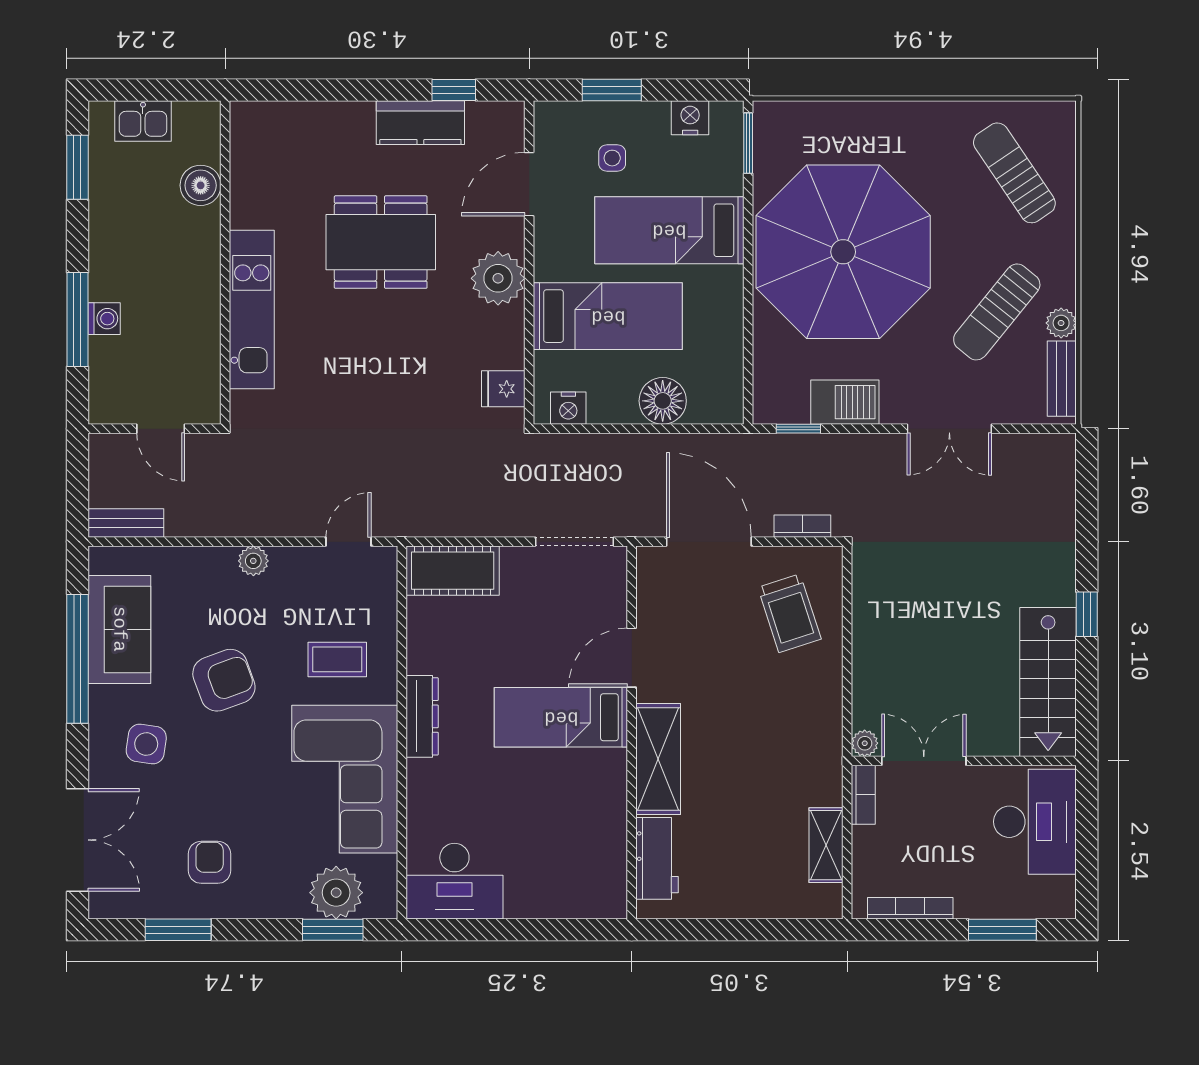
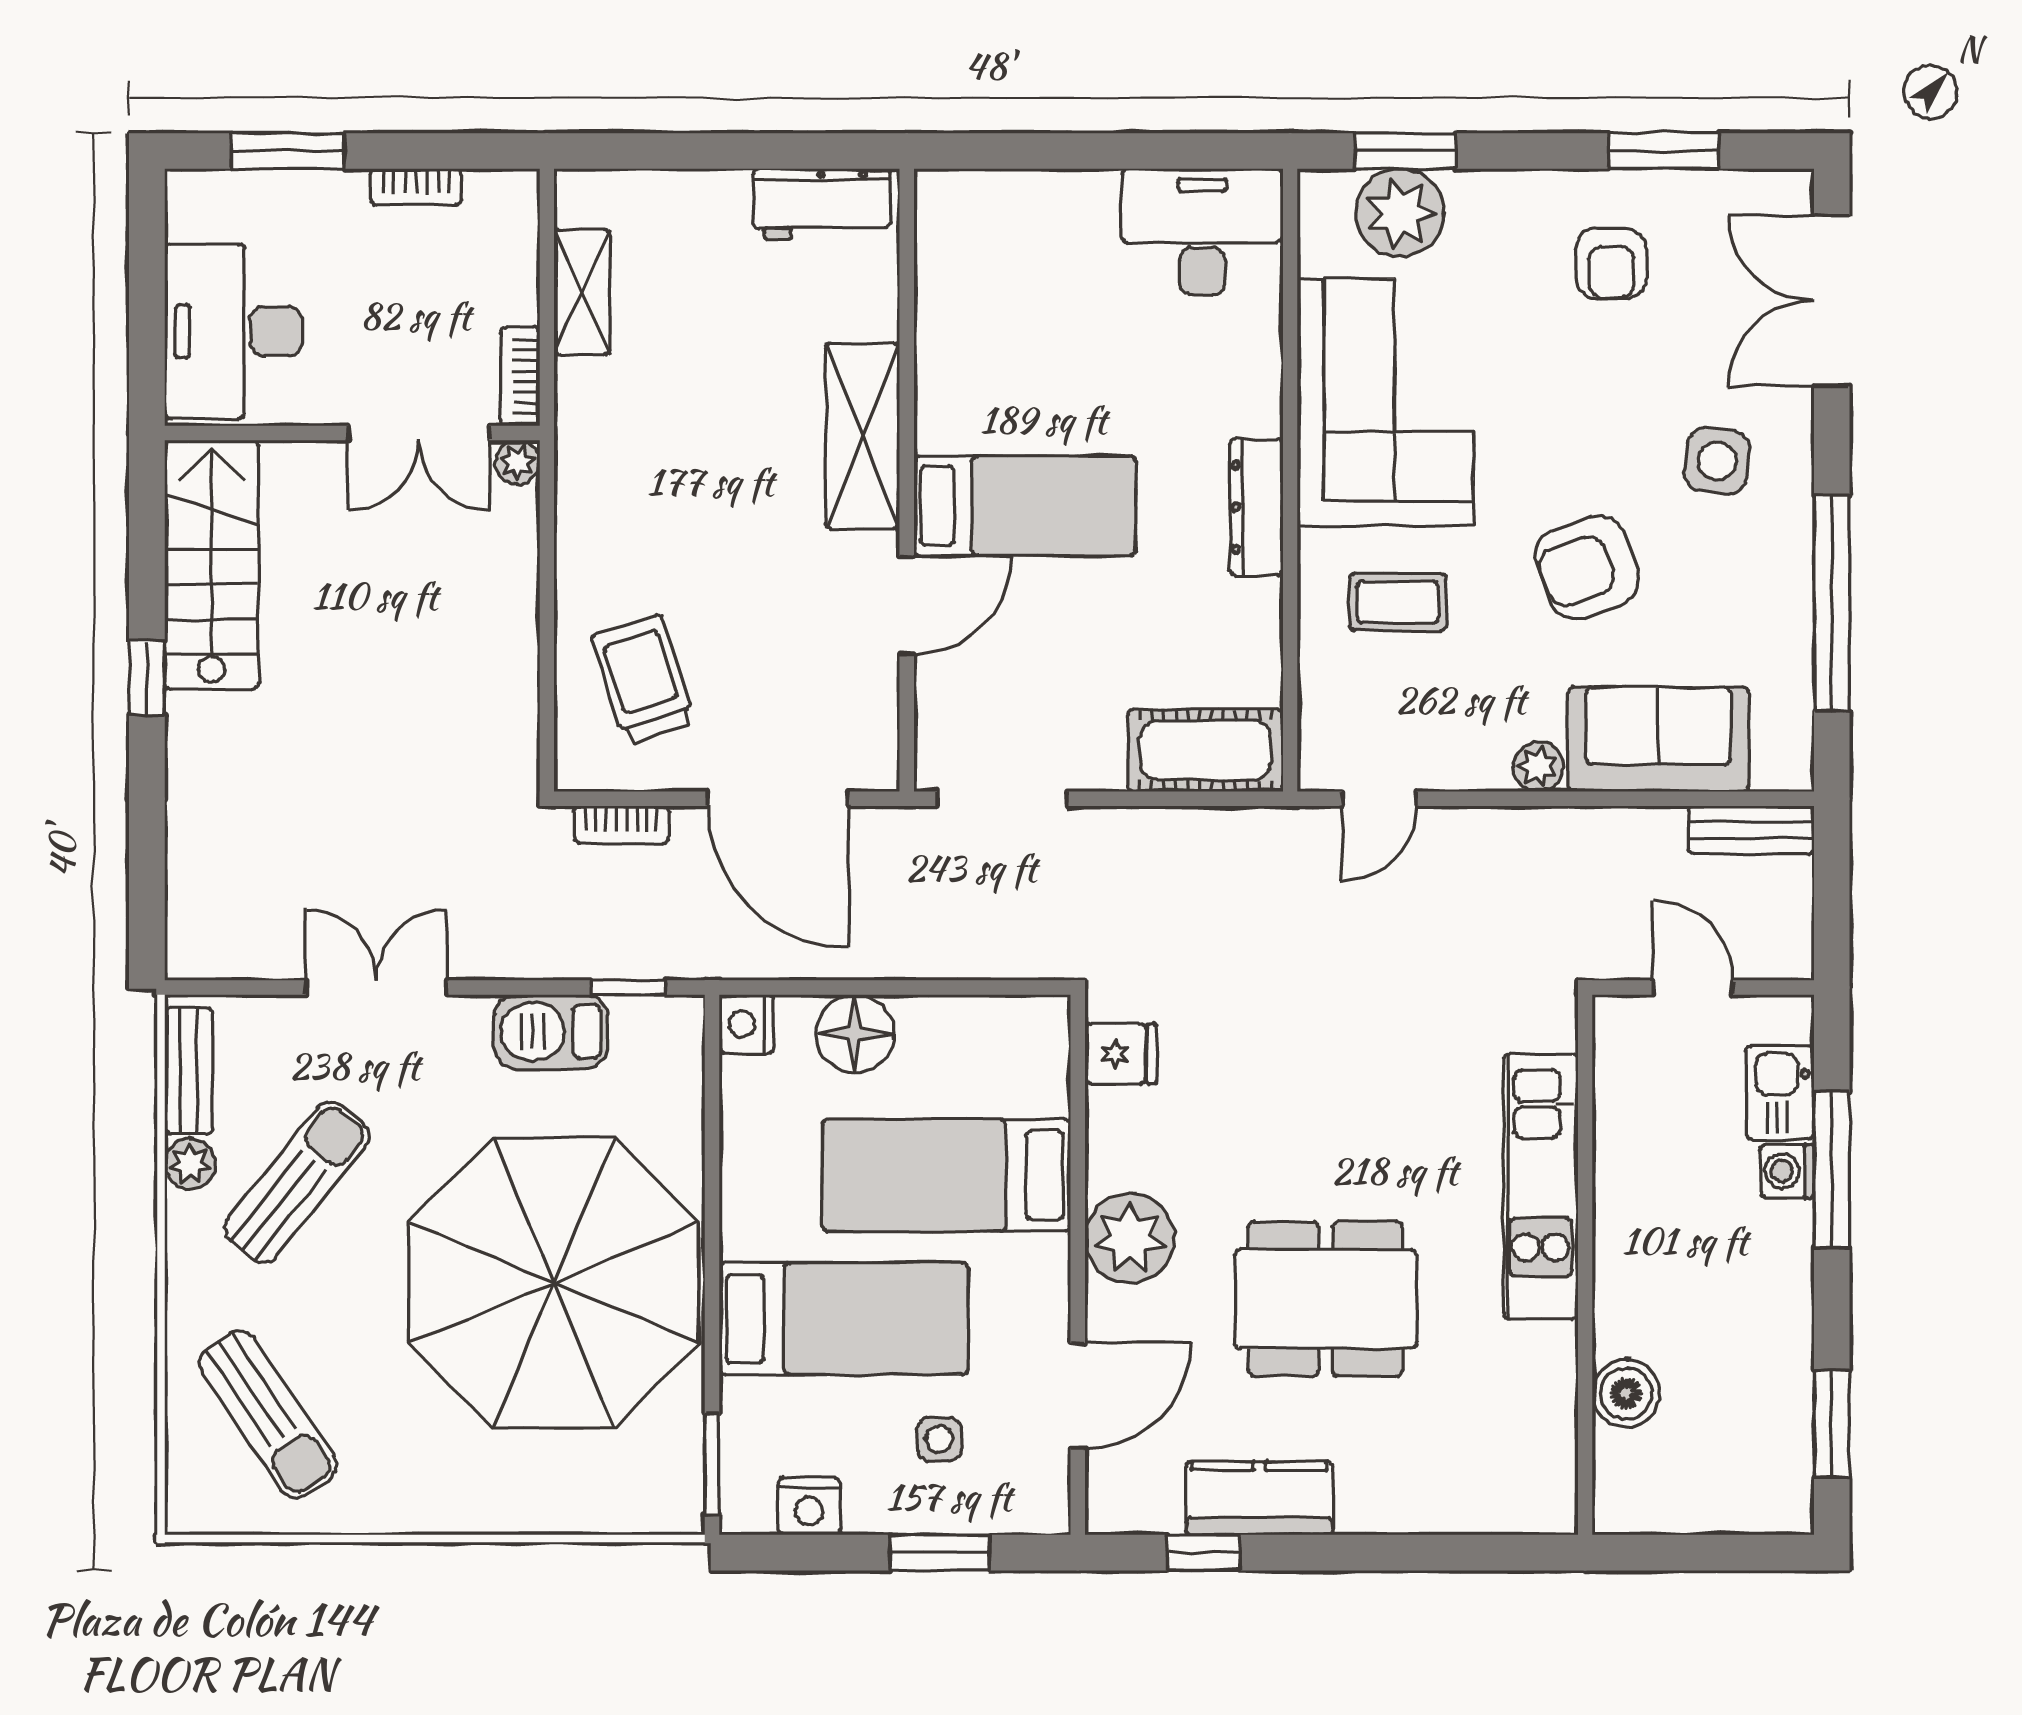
kitchen sink: (143, 121) -> (1780, 1093), moved, turned -90
nightstand: (568, 408) -> (746, 1024), moved, turned -90
sofa: (119, 629) -> (1658, 739), moved, turned 90
workbench: (657, 858) -> (822, 204), moved, turned -90
bookcase: (910, 908) -> (416, 187), width x0.64

